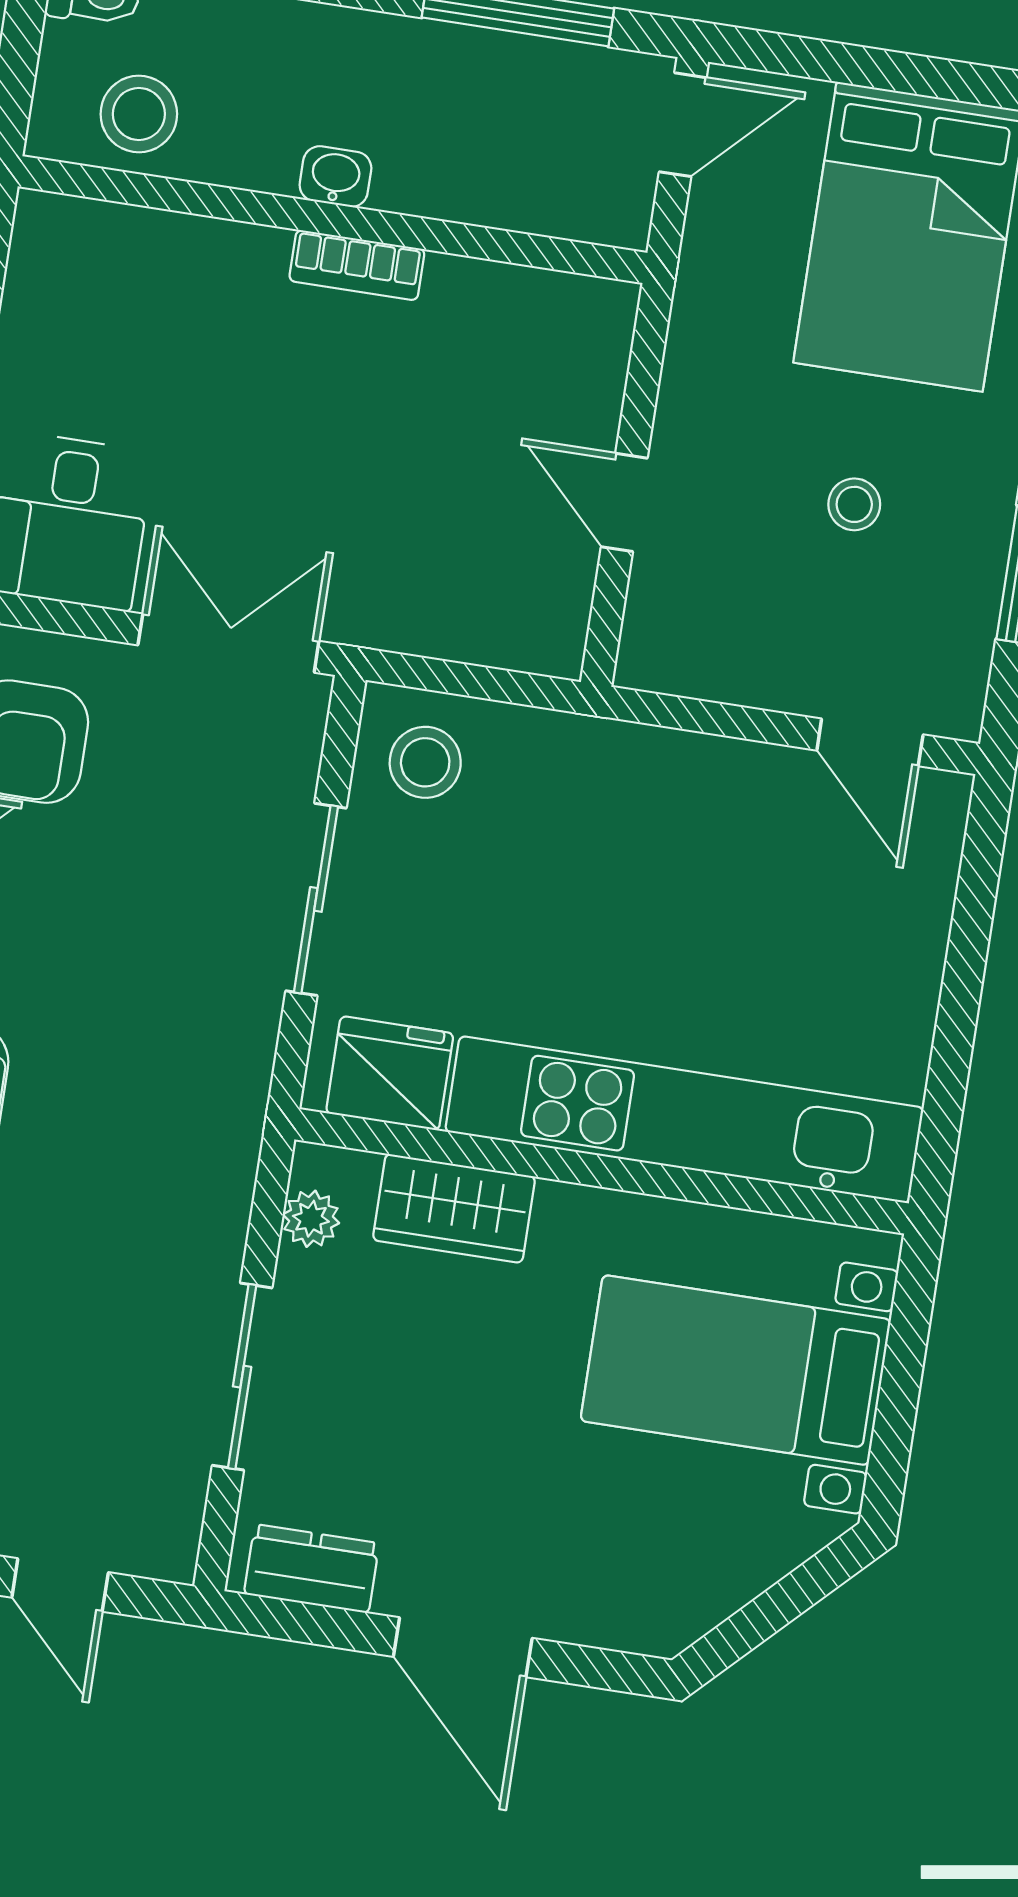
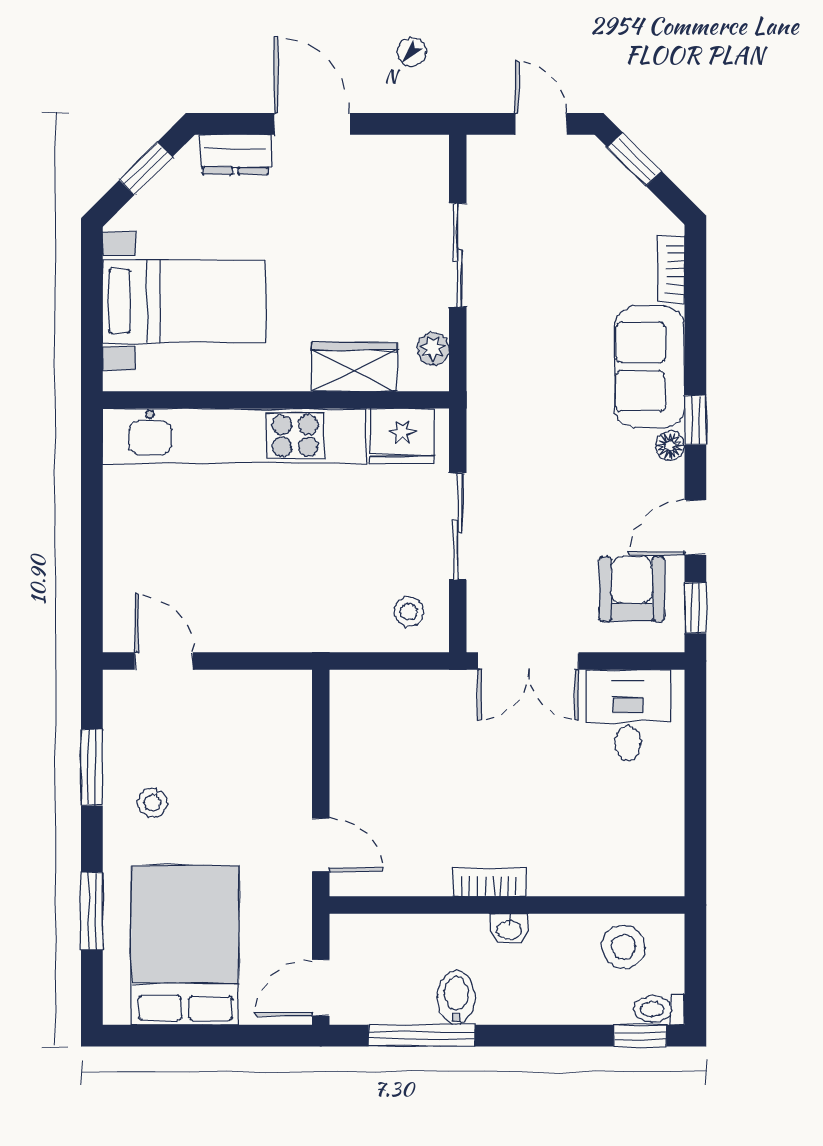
bidet: (447, 70) -> (456, 998), added
door: (624, 502) -> (321, 845), moved
stool: (854, 504) -> (152, 803), moved
stool: (425, 762) -> (409, 612), width x0.73, depth x0.73
dresser: (312, 1569) -> (235, 155), moved
window: (768, 1614) -> (146, 168), added

